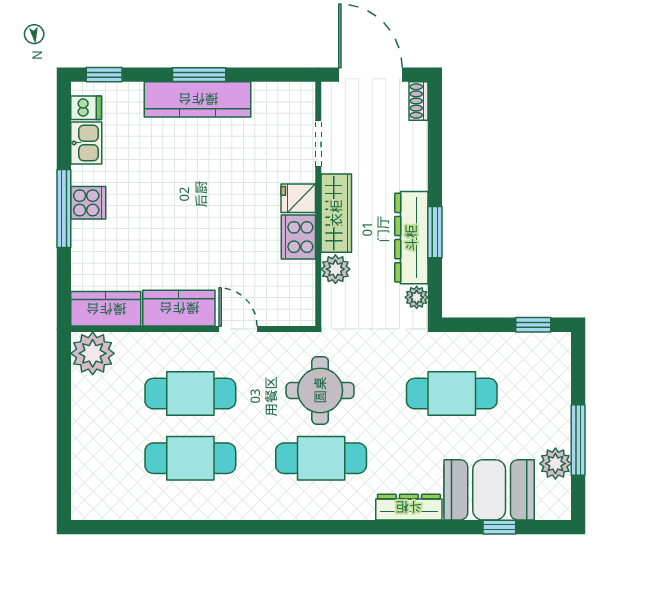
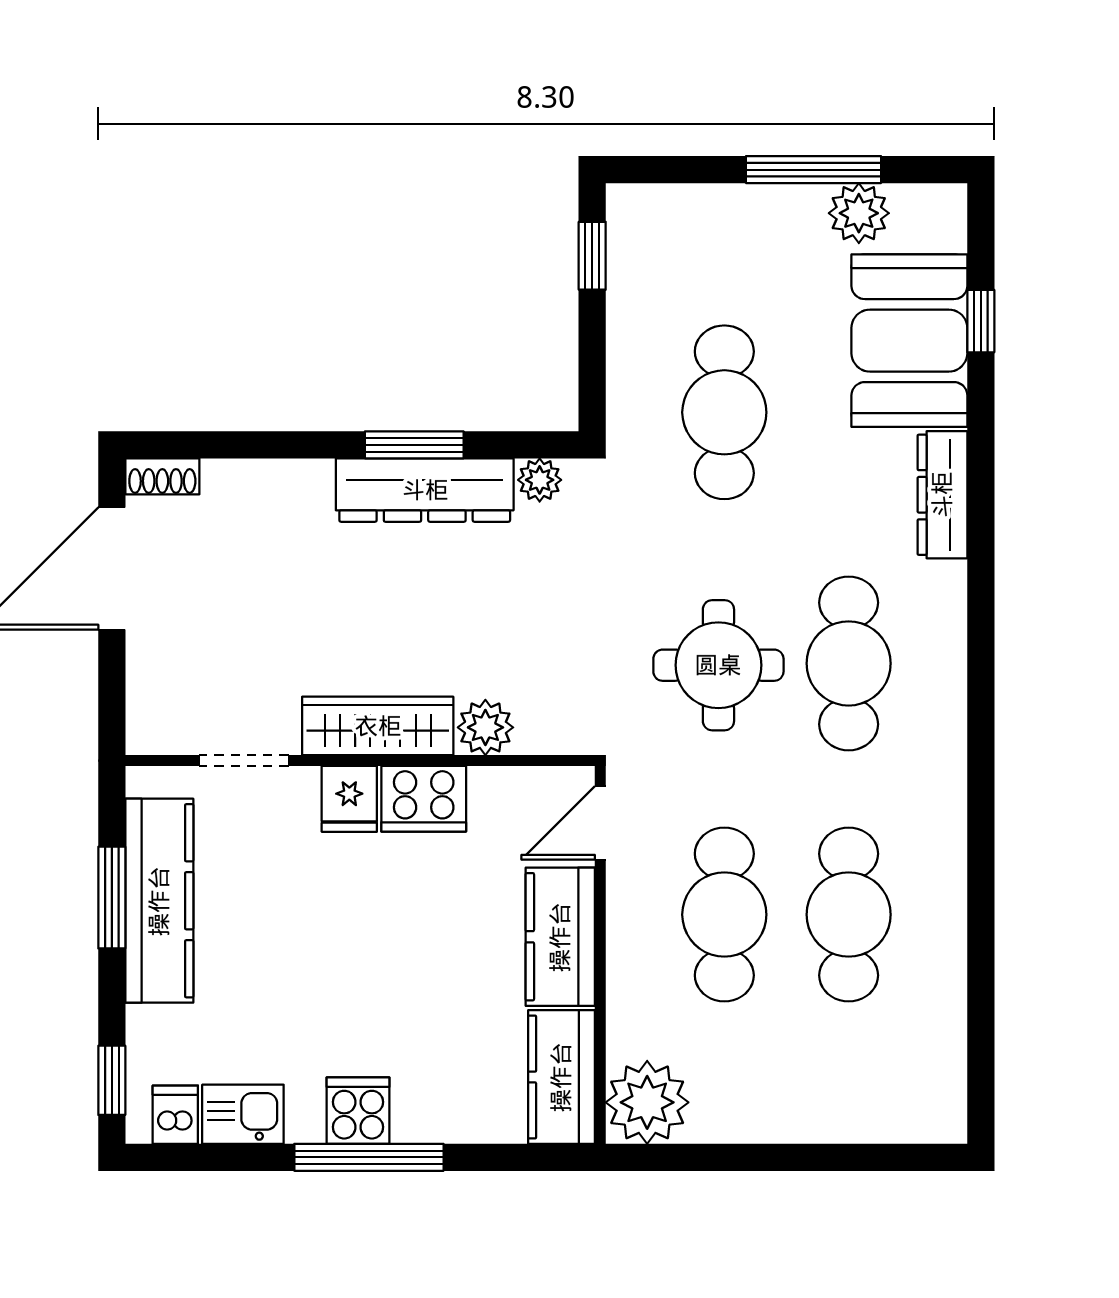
doorway: (318, 144) -> (244, 761), moved
fridge: (298, 198) -> (349, 799), moved
wall: (318, 204) -> (360, 761), moved
wardrobe: (336, 213) -> (378, 726), moved
cooker: (298, 237) -> (424, 799), moved
plant: (335, 269) -> (485, 727), moved

